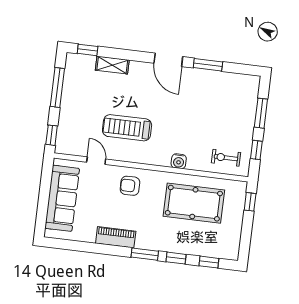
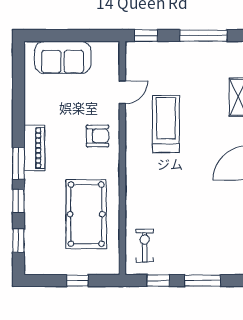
water cooler: (179, 161) -> (134, 190), removed
armchair: (130, 186) -> (97, 136), turned 90
sofa: (62, 198) -> (63, 57), width x0.73
window: (250, 202) -> (77, 281), moved
piano: (116, 237) -> (34, 148), moved

